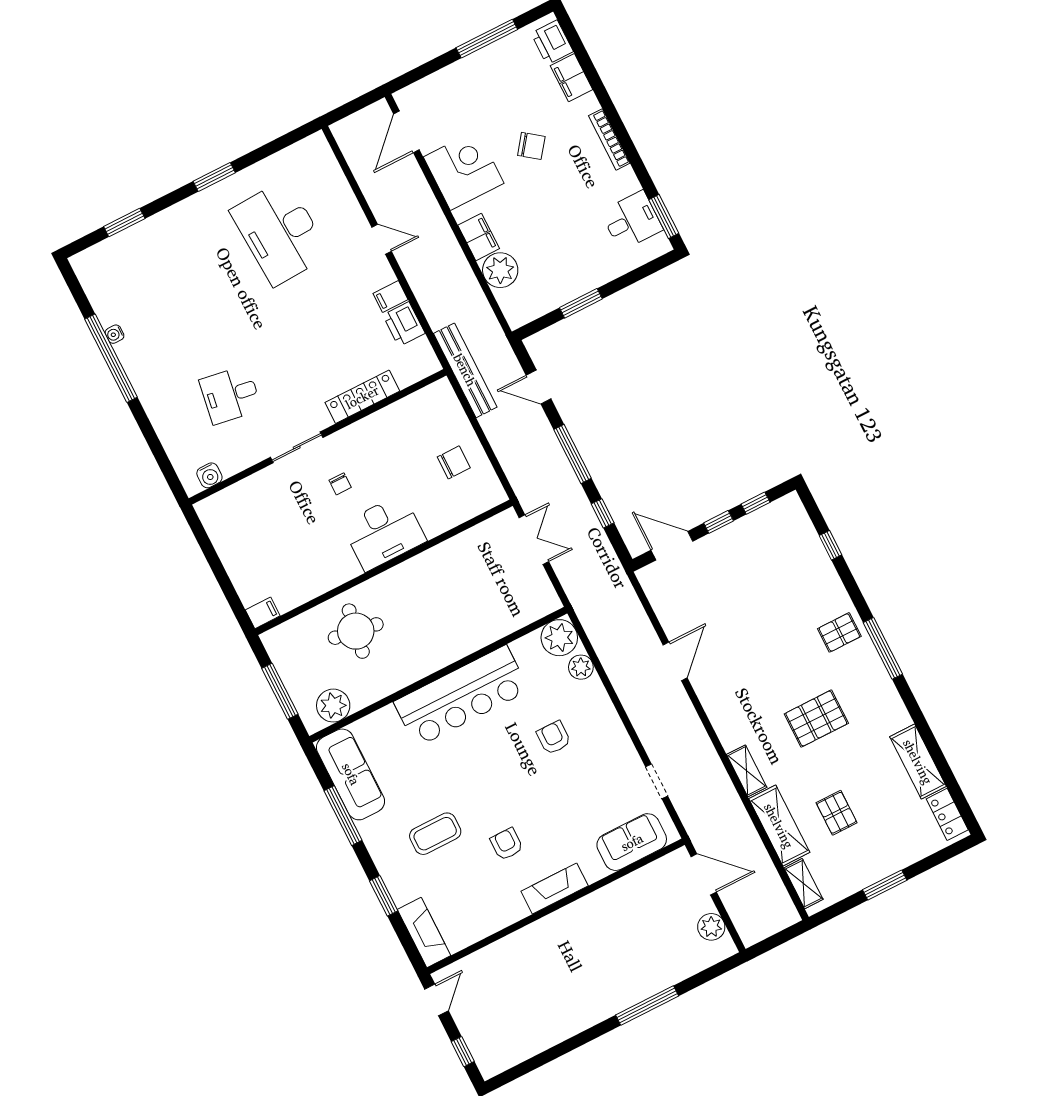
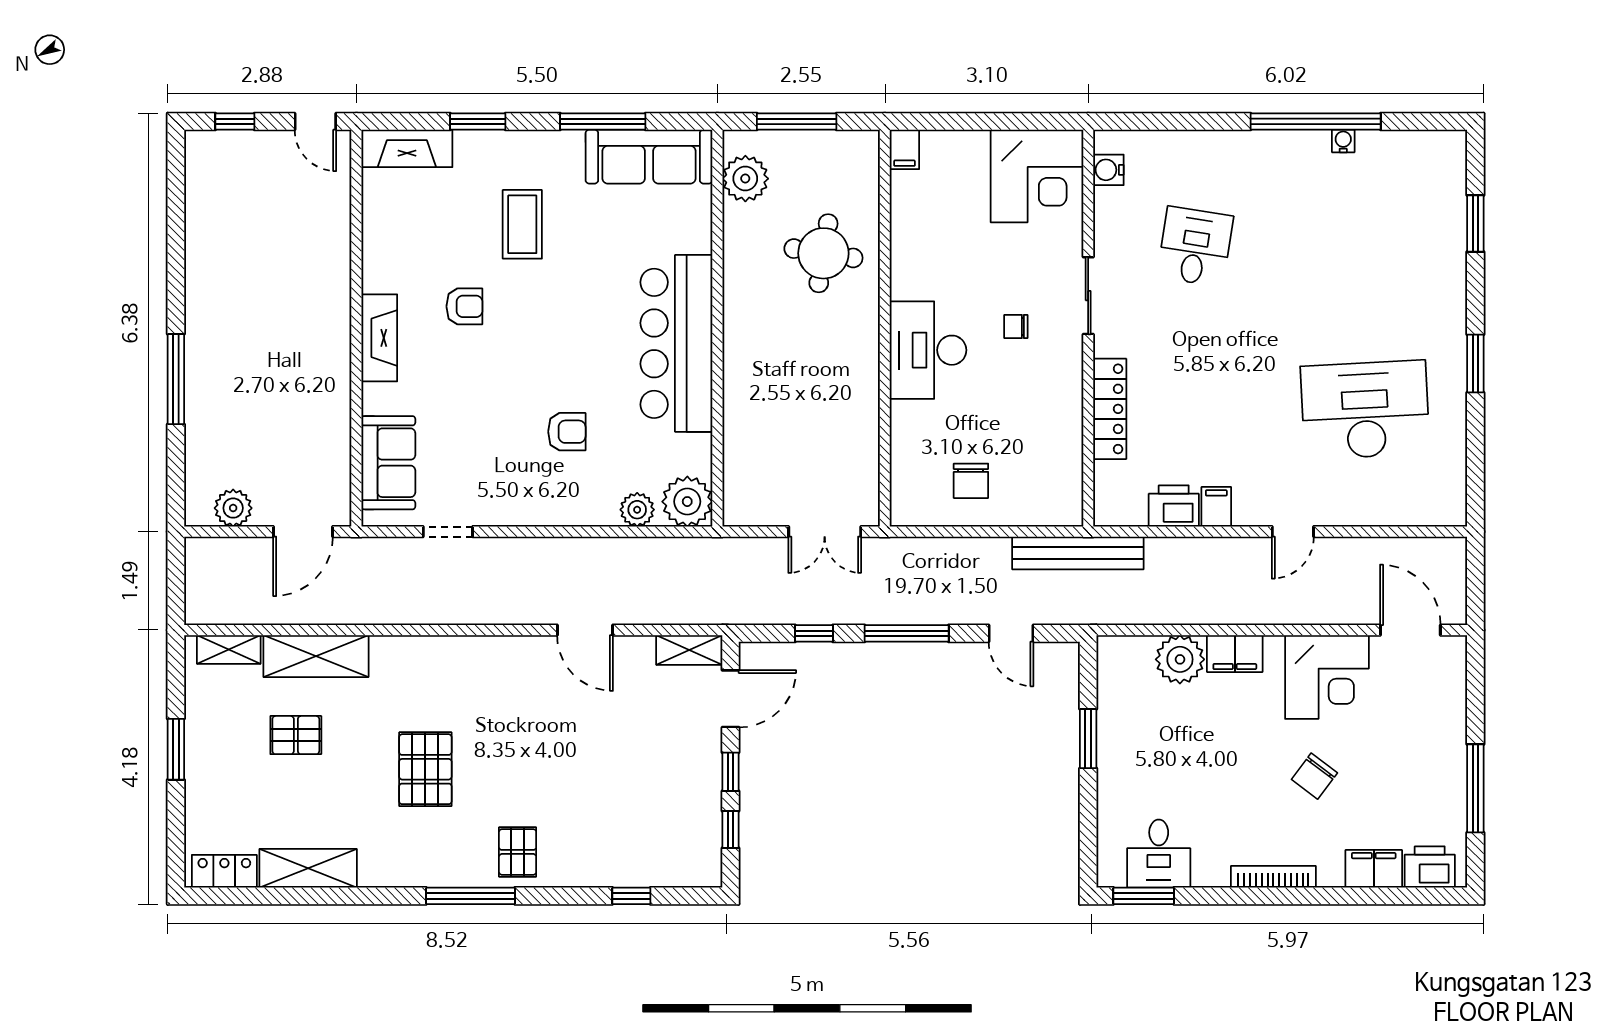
door: (539, 387) -> (1011, 633), swing flipped
corner desk: (237, 519) -> (1037, 176), added
shelving: (747, 771) -> (689, 650), moved

